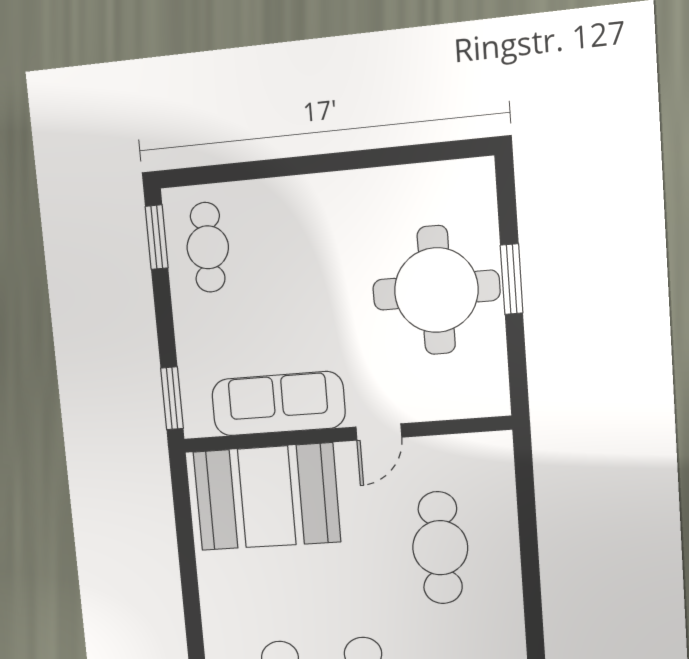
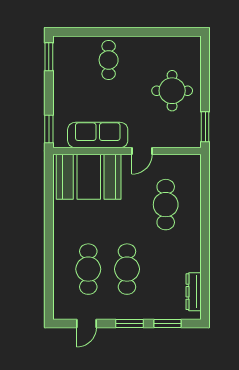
cafe table: (208, 247) -> (109, 60), moved
window: (512, 279) -> (205, 127), moved
round table: (436, 290) -> (172, 91), width x0.73, depth x0.73

